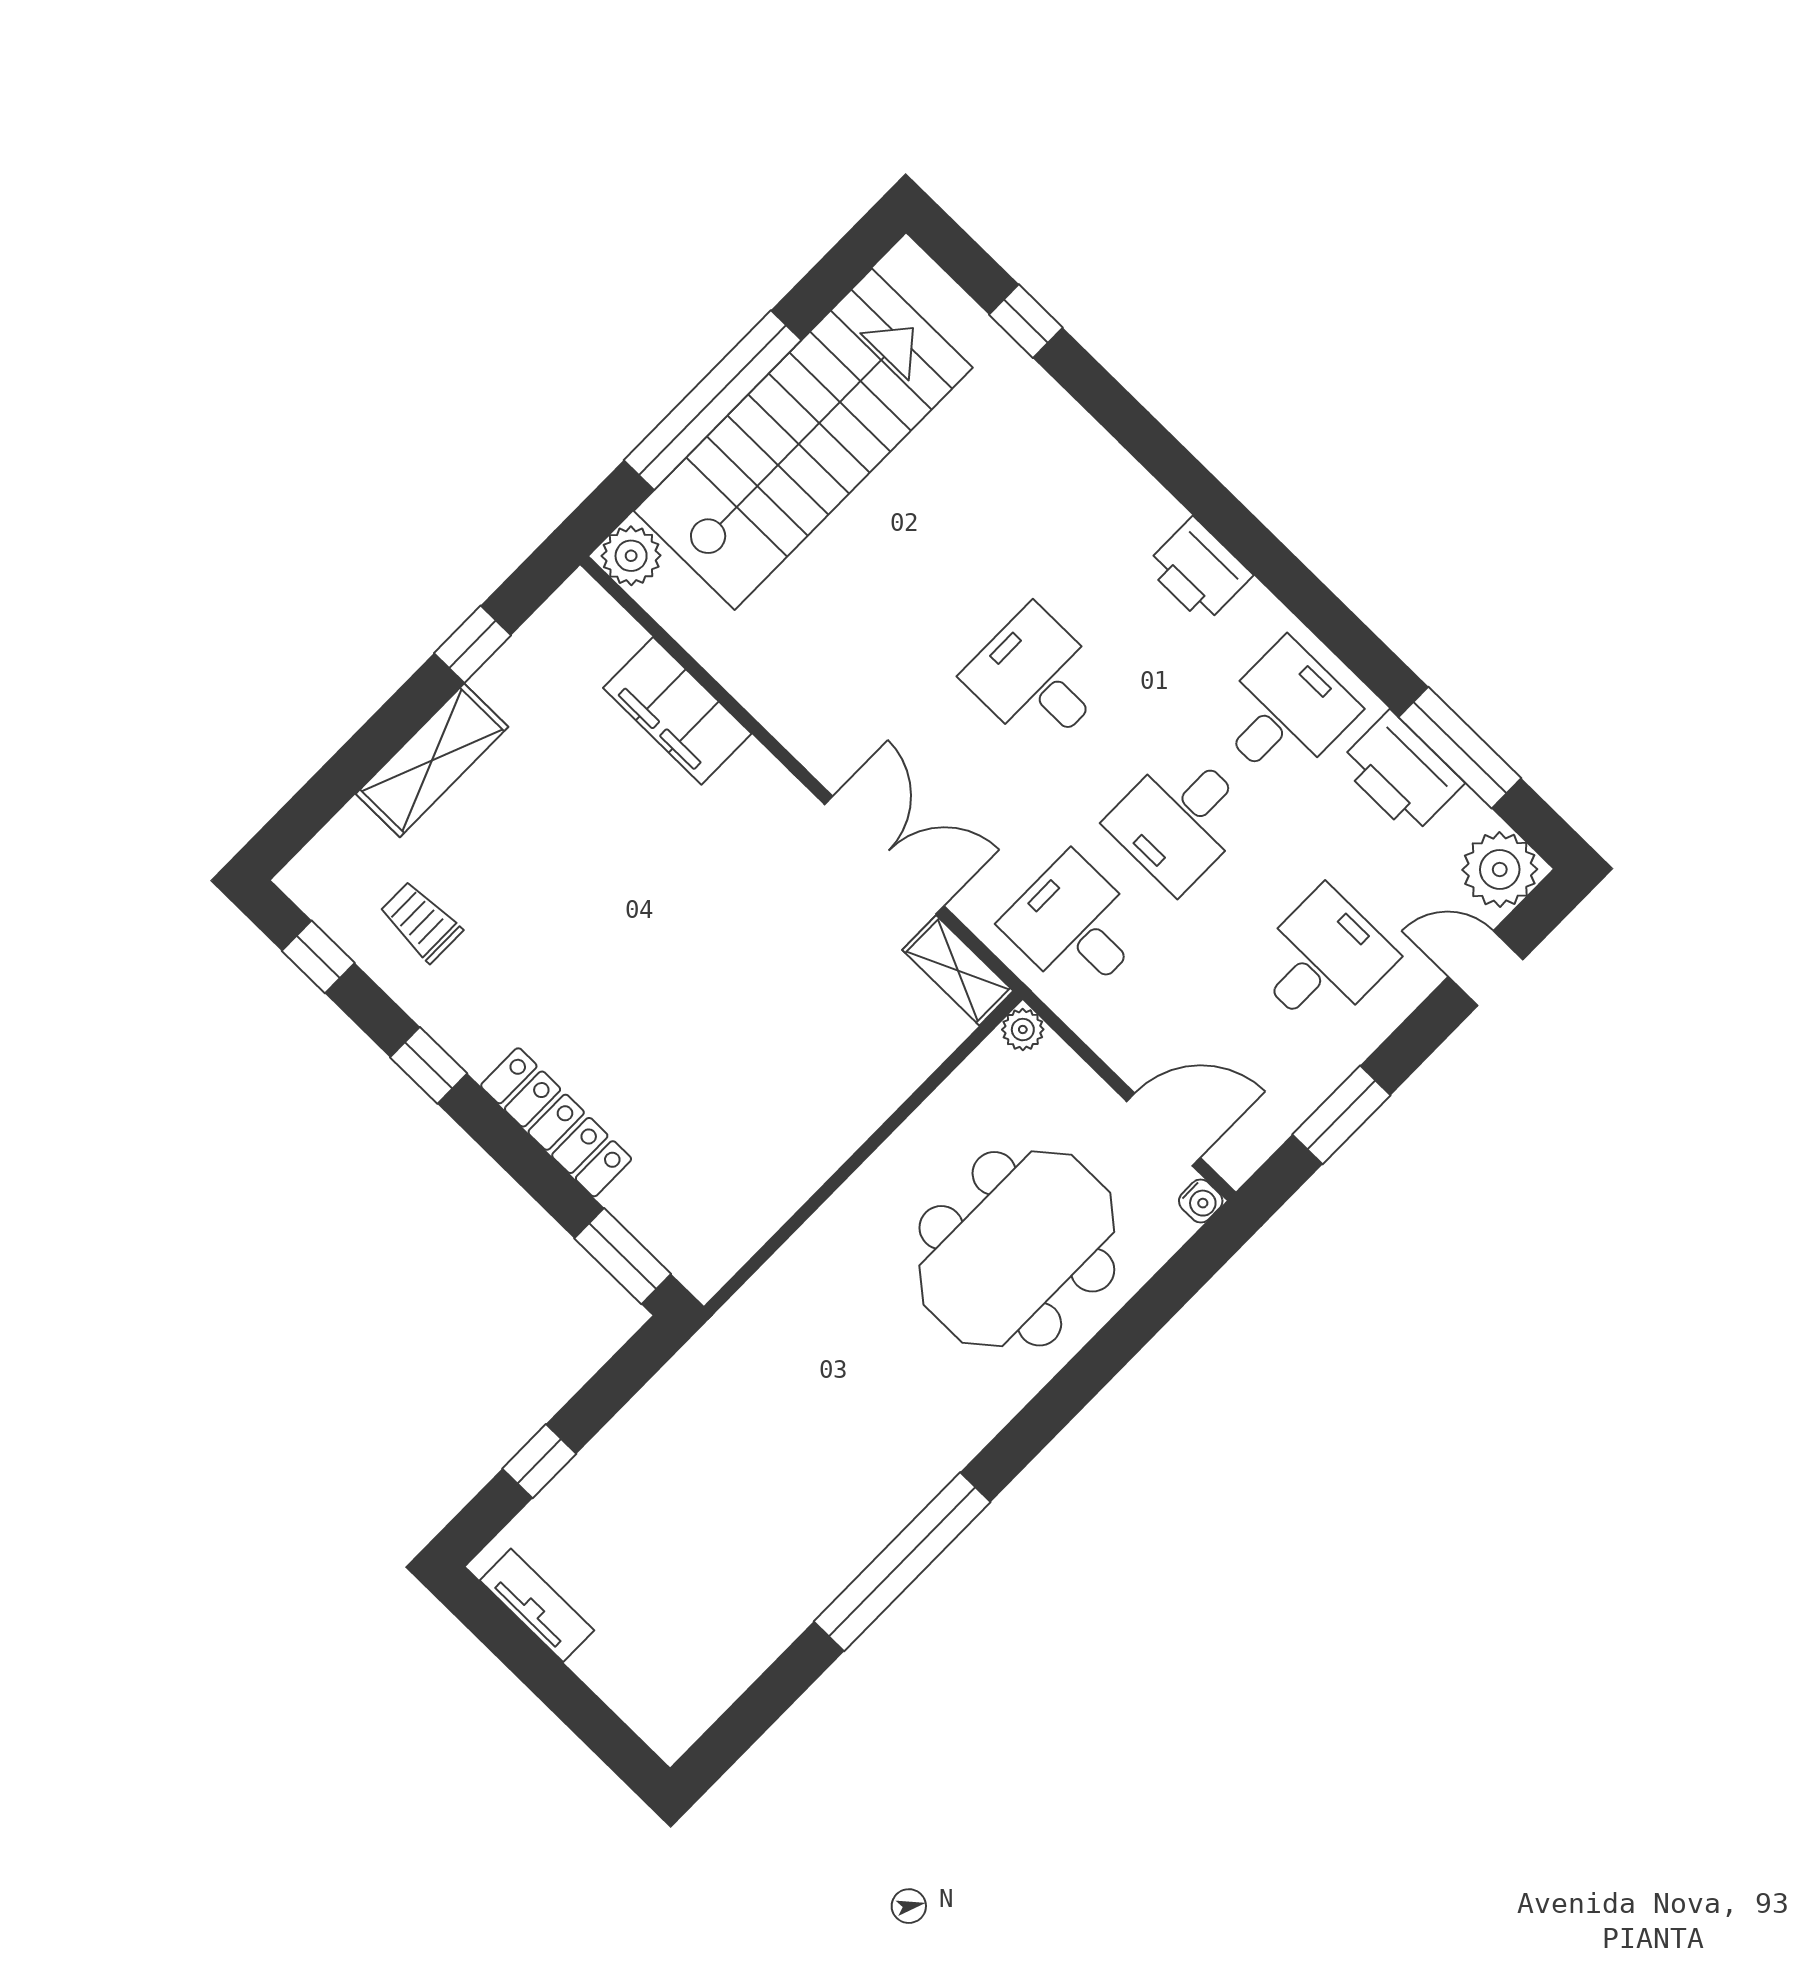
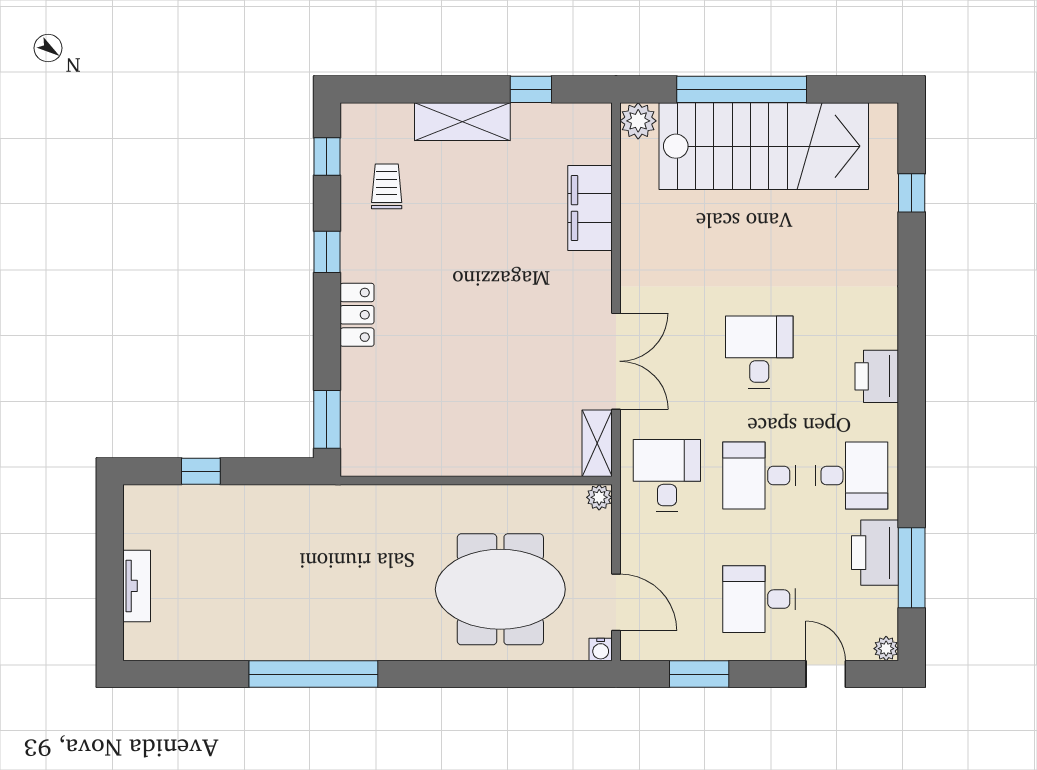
plant: (1500, 869) -> (886, 649), width x0.53, depth x0.53
desk: (1323, 960) -> (759, 599), turned 180
locker: (556, 1122) -> (357, 315), width x0.66
tv unit: (537, 1605) -> (137, 586), moved

